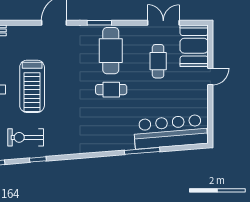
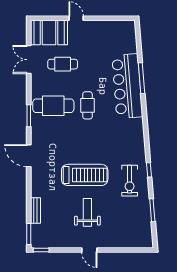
bar counter: (171, 132) -> (127, 86), moved

